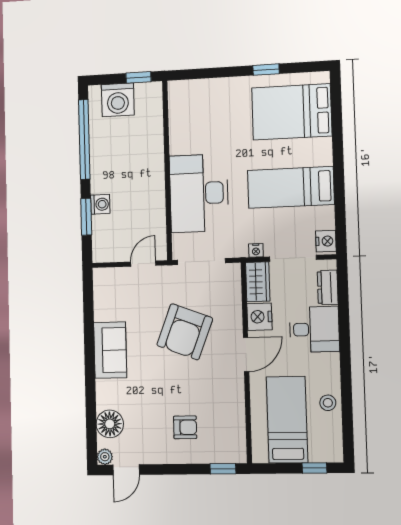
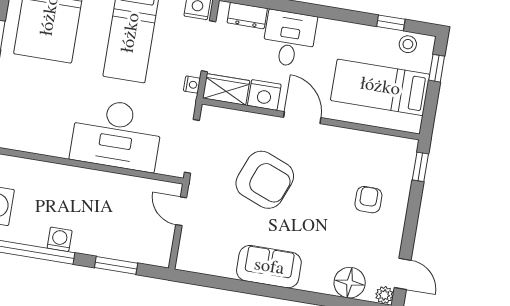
washing machine: (100, 204) -> (60, 239), moved
stool: (328, 403) -> (408, 44), moved
window: (347, 419) -> (391, 23), added

